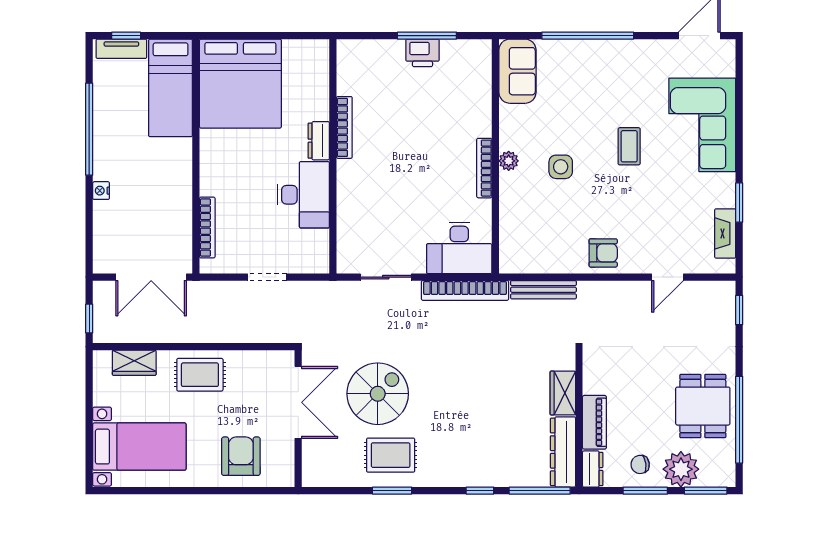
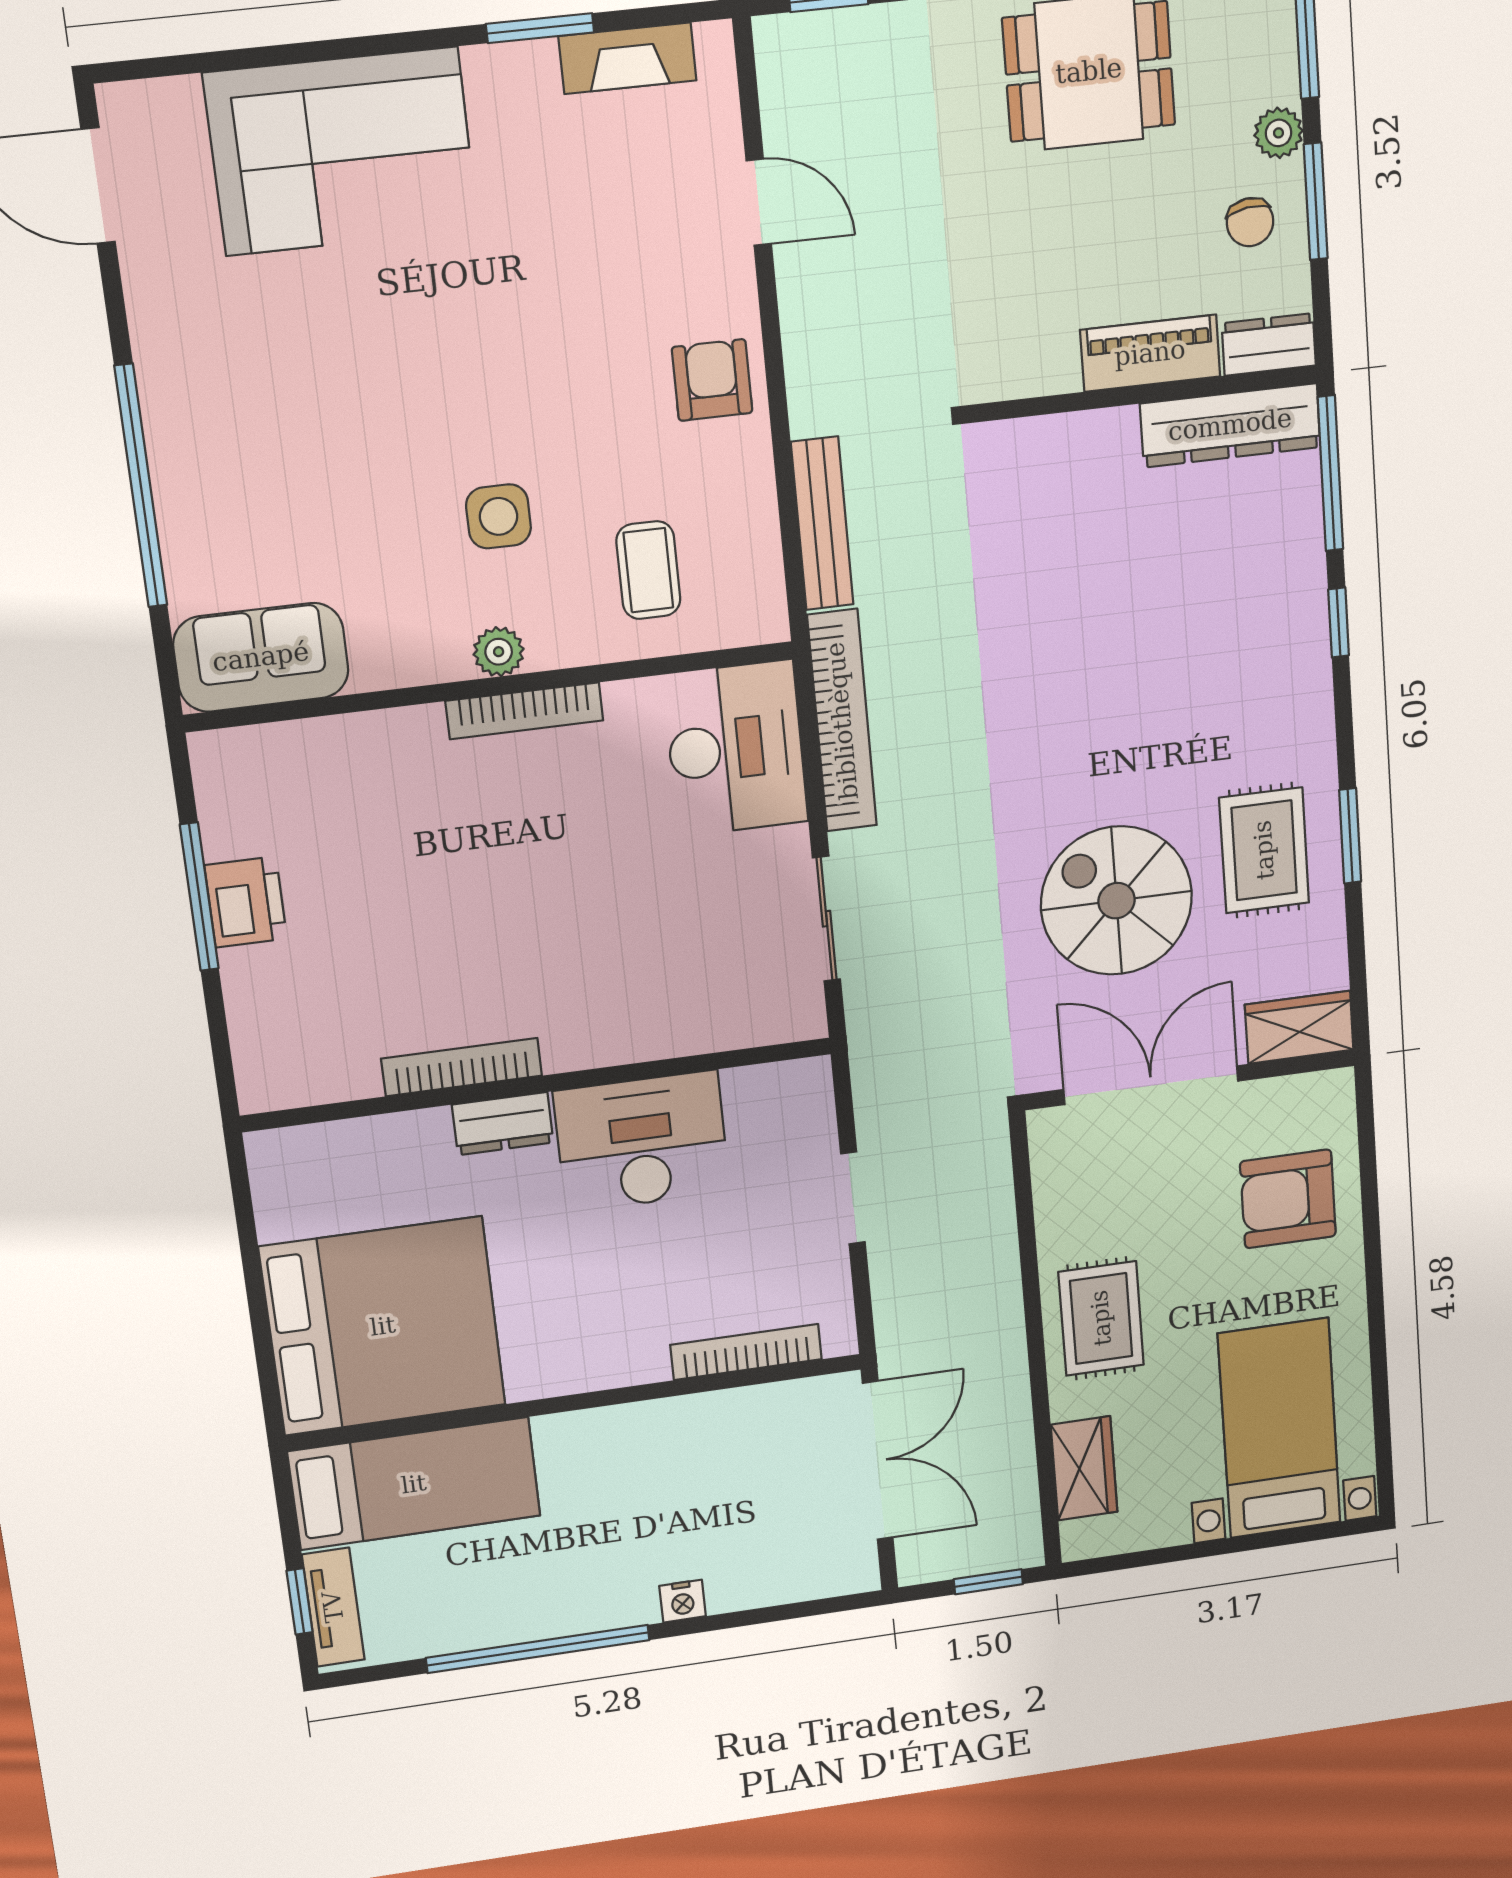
coffee table: (629, 146) -> (648, 570), moved, turned 90
wardrobe: (563, 393) -> (1299, 1027), moved, turned 180
plant: (681, 469) -> (1279, 133), width x0.53, depth x0.53

